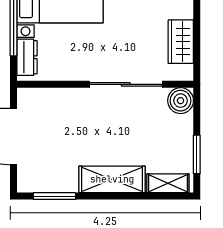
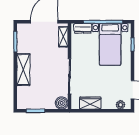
shelving: (168, 183) -> (63, 37), moved

